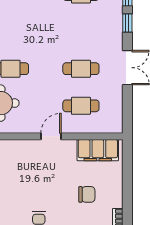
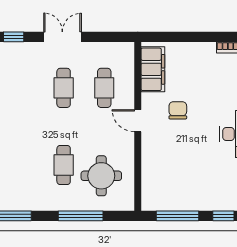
chair: (87, 194) -> (178, 110), moved

